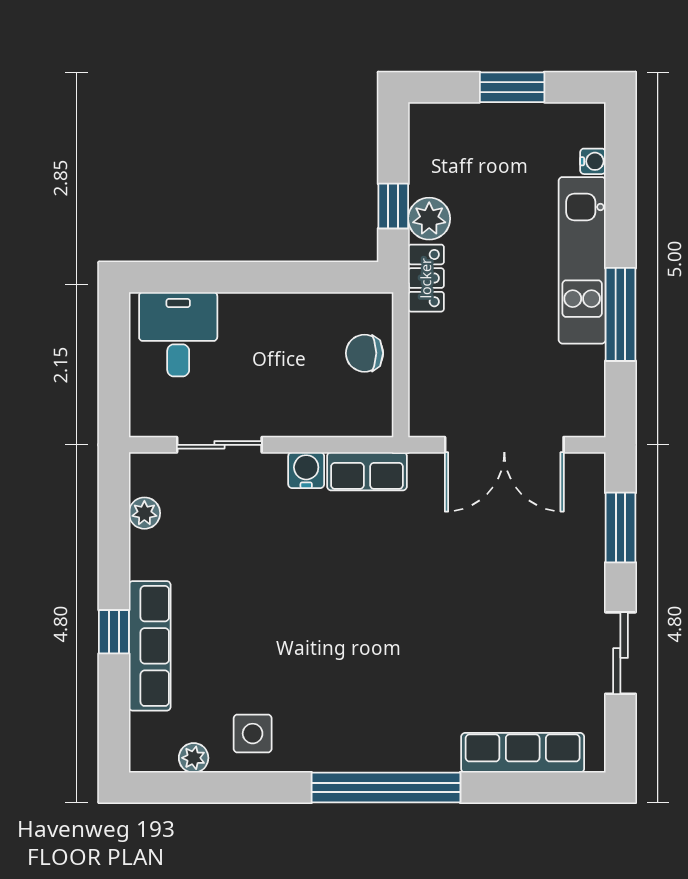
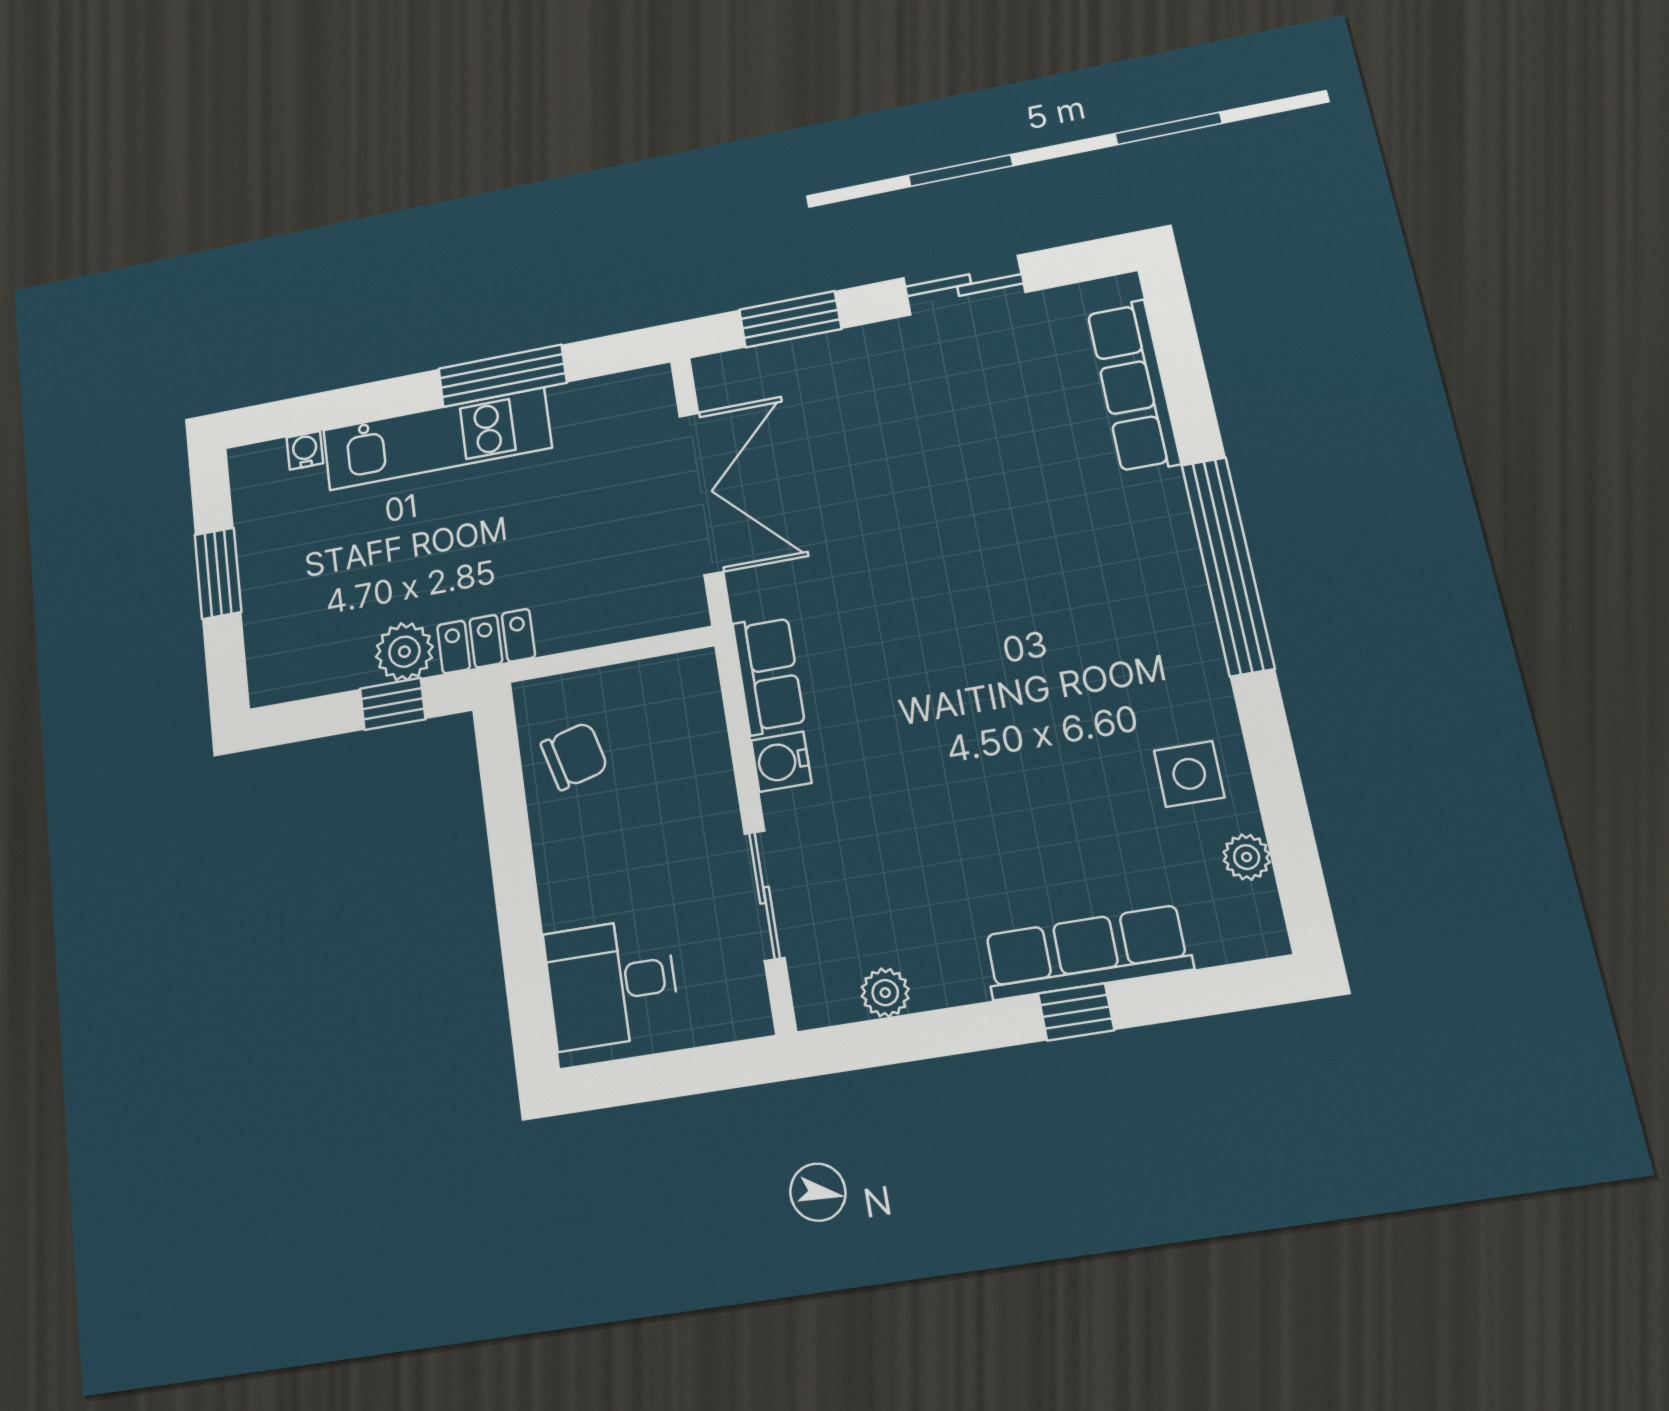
chair: (365, 353) -> (574, 756), moved, turned -105

